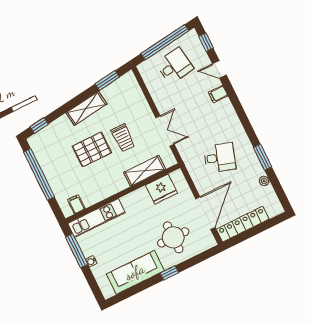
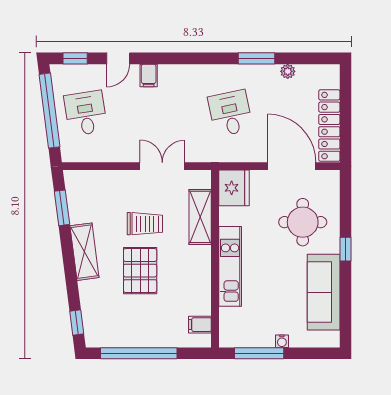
desk: (220, 158) -> (230, 113), turned -30
fridge: (161, 189) -> (234, 188), moved
kitchen unit: (96, 218) -> (230, 266), moved

